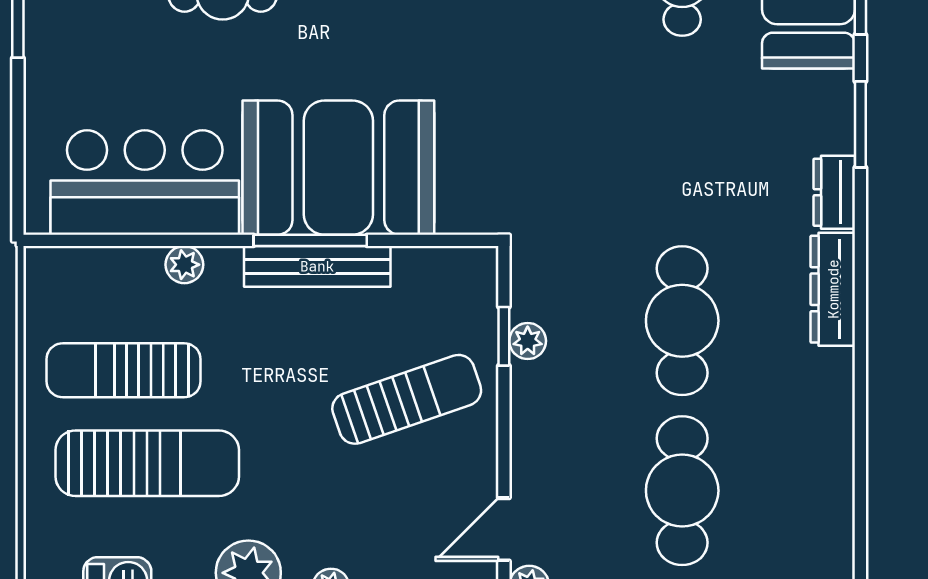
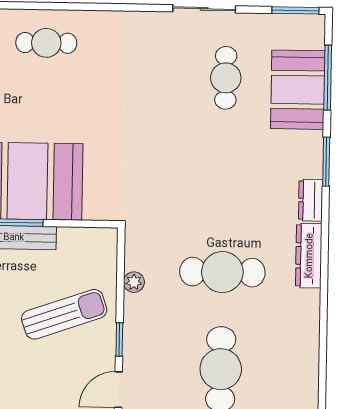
cafe table: (682, 321) -> (222, 272), turned 90
window: (504, 336) -> (119, 339), moved

